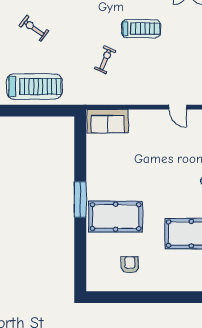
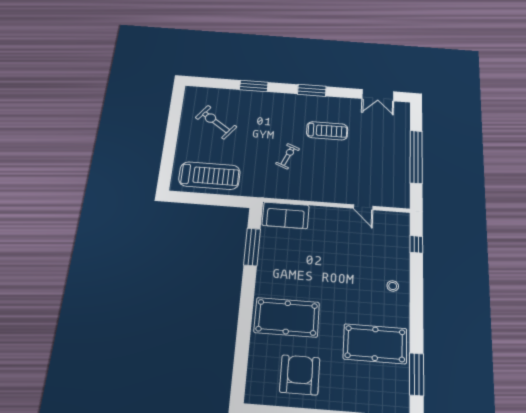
exercise bike: (34, 28) -> (216, 122), width x1.38, depth x1.39
window: (80, 199) -> (252, 247), moved
armchair: (130, 265) -> (300, 375), width x1.88, depth x1.88

